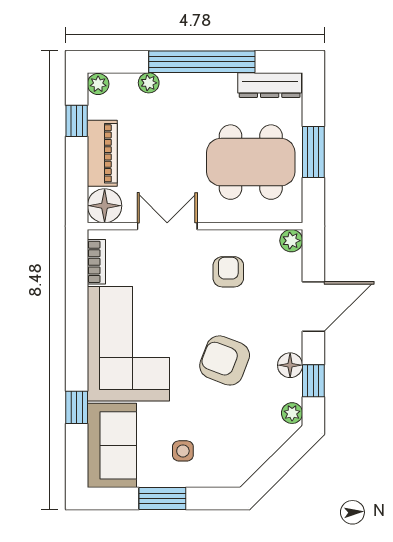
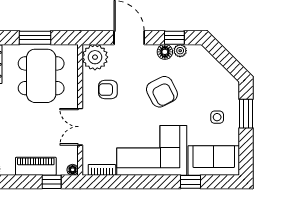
window: (77, 121) -> (52, 182), moved
floor lamp: (105, 206) -> (73, 170), width x0.53, depth x0.53
plant: (291, 241) -> (95, 57), width x1.88, depth x1.88
armchair: (225, 360) -> (162, 92), turned -48
plant: (292, 413) -> (180, 51), moved
window: (162, 498) -> (246, 114), moved

